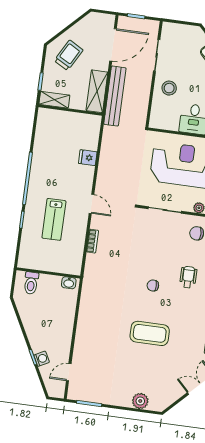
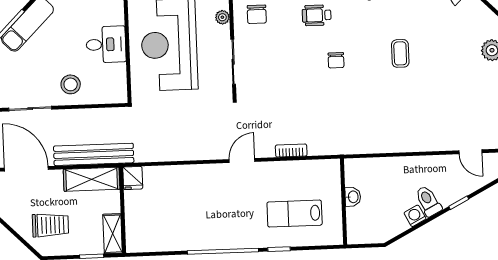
trolley: (69, 55) -> (50, 225), turned 151
fridge: (88, 158) -> (133, 178), moved
lab bench: (54, 219) -> (295, 214), moved, turned 180
toilet: (31, 283) -> (428, 201), moved, turned -118
washbasin: (69, 283) -> (353, 197), moved
coffee table: (150, 333) -> (400, 53), width x0.54, depth x0.58
washing machine: (42, 359) -> (415, 216), moved

